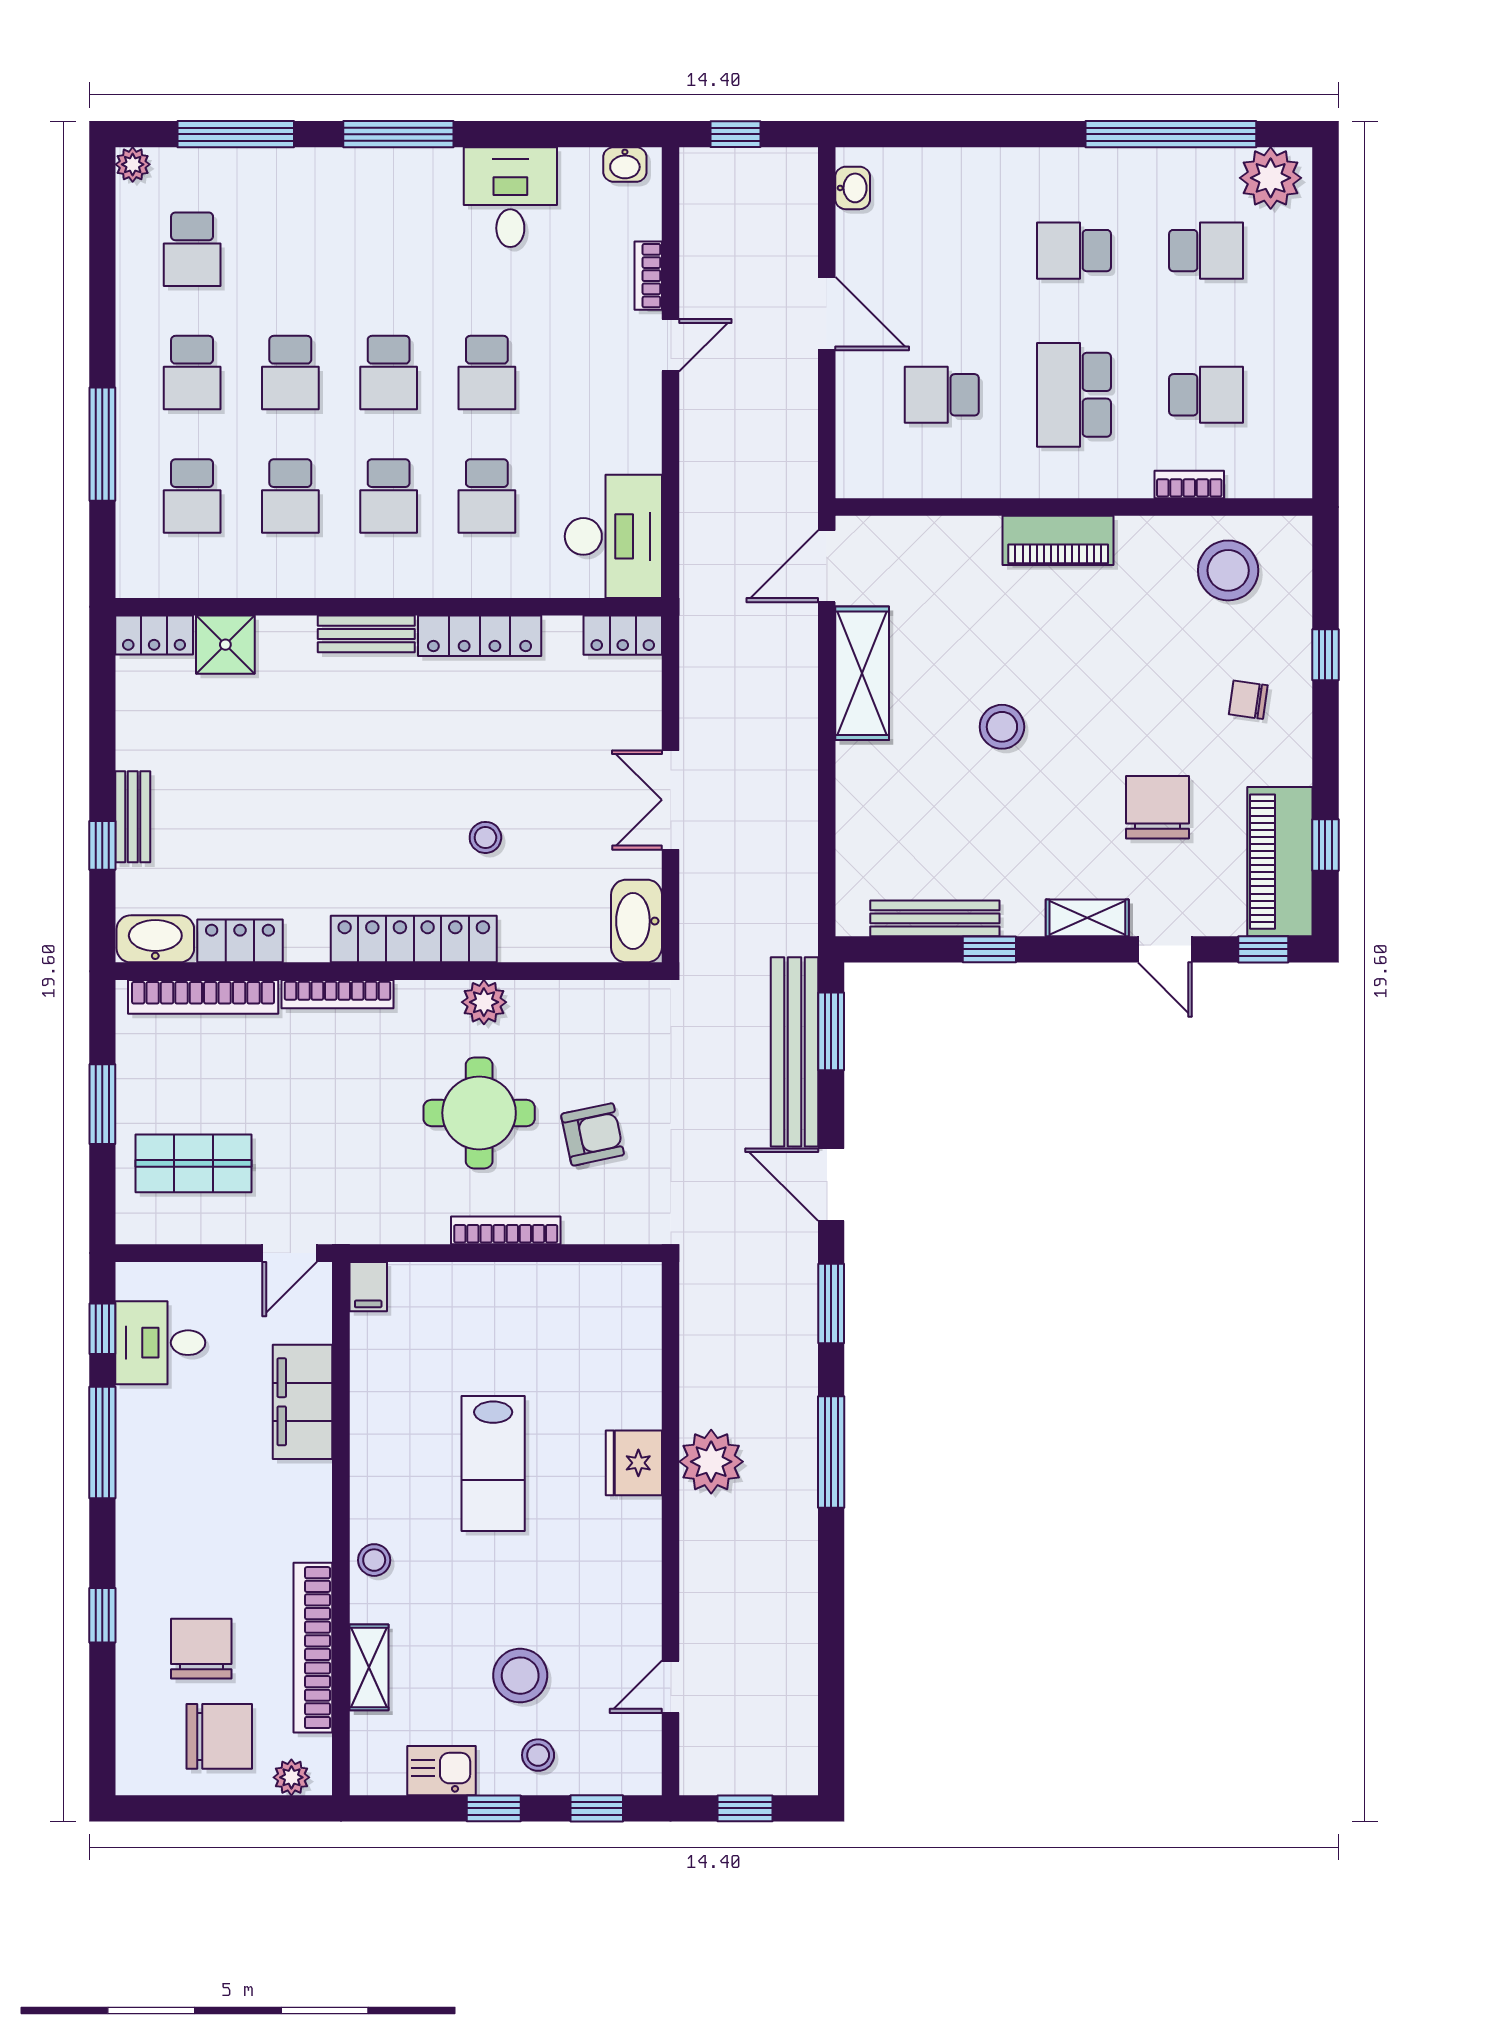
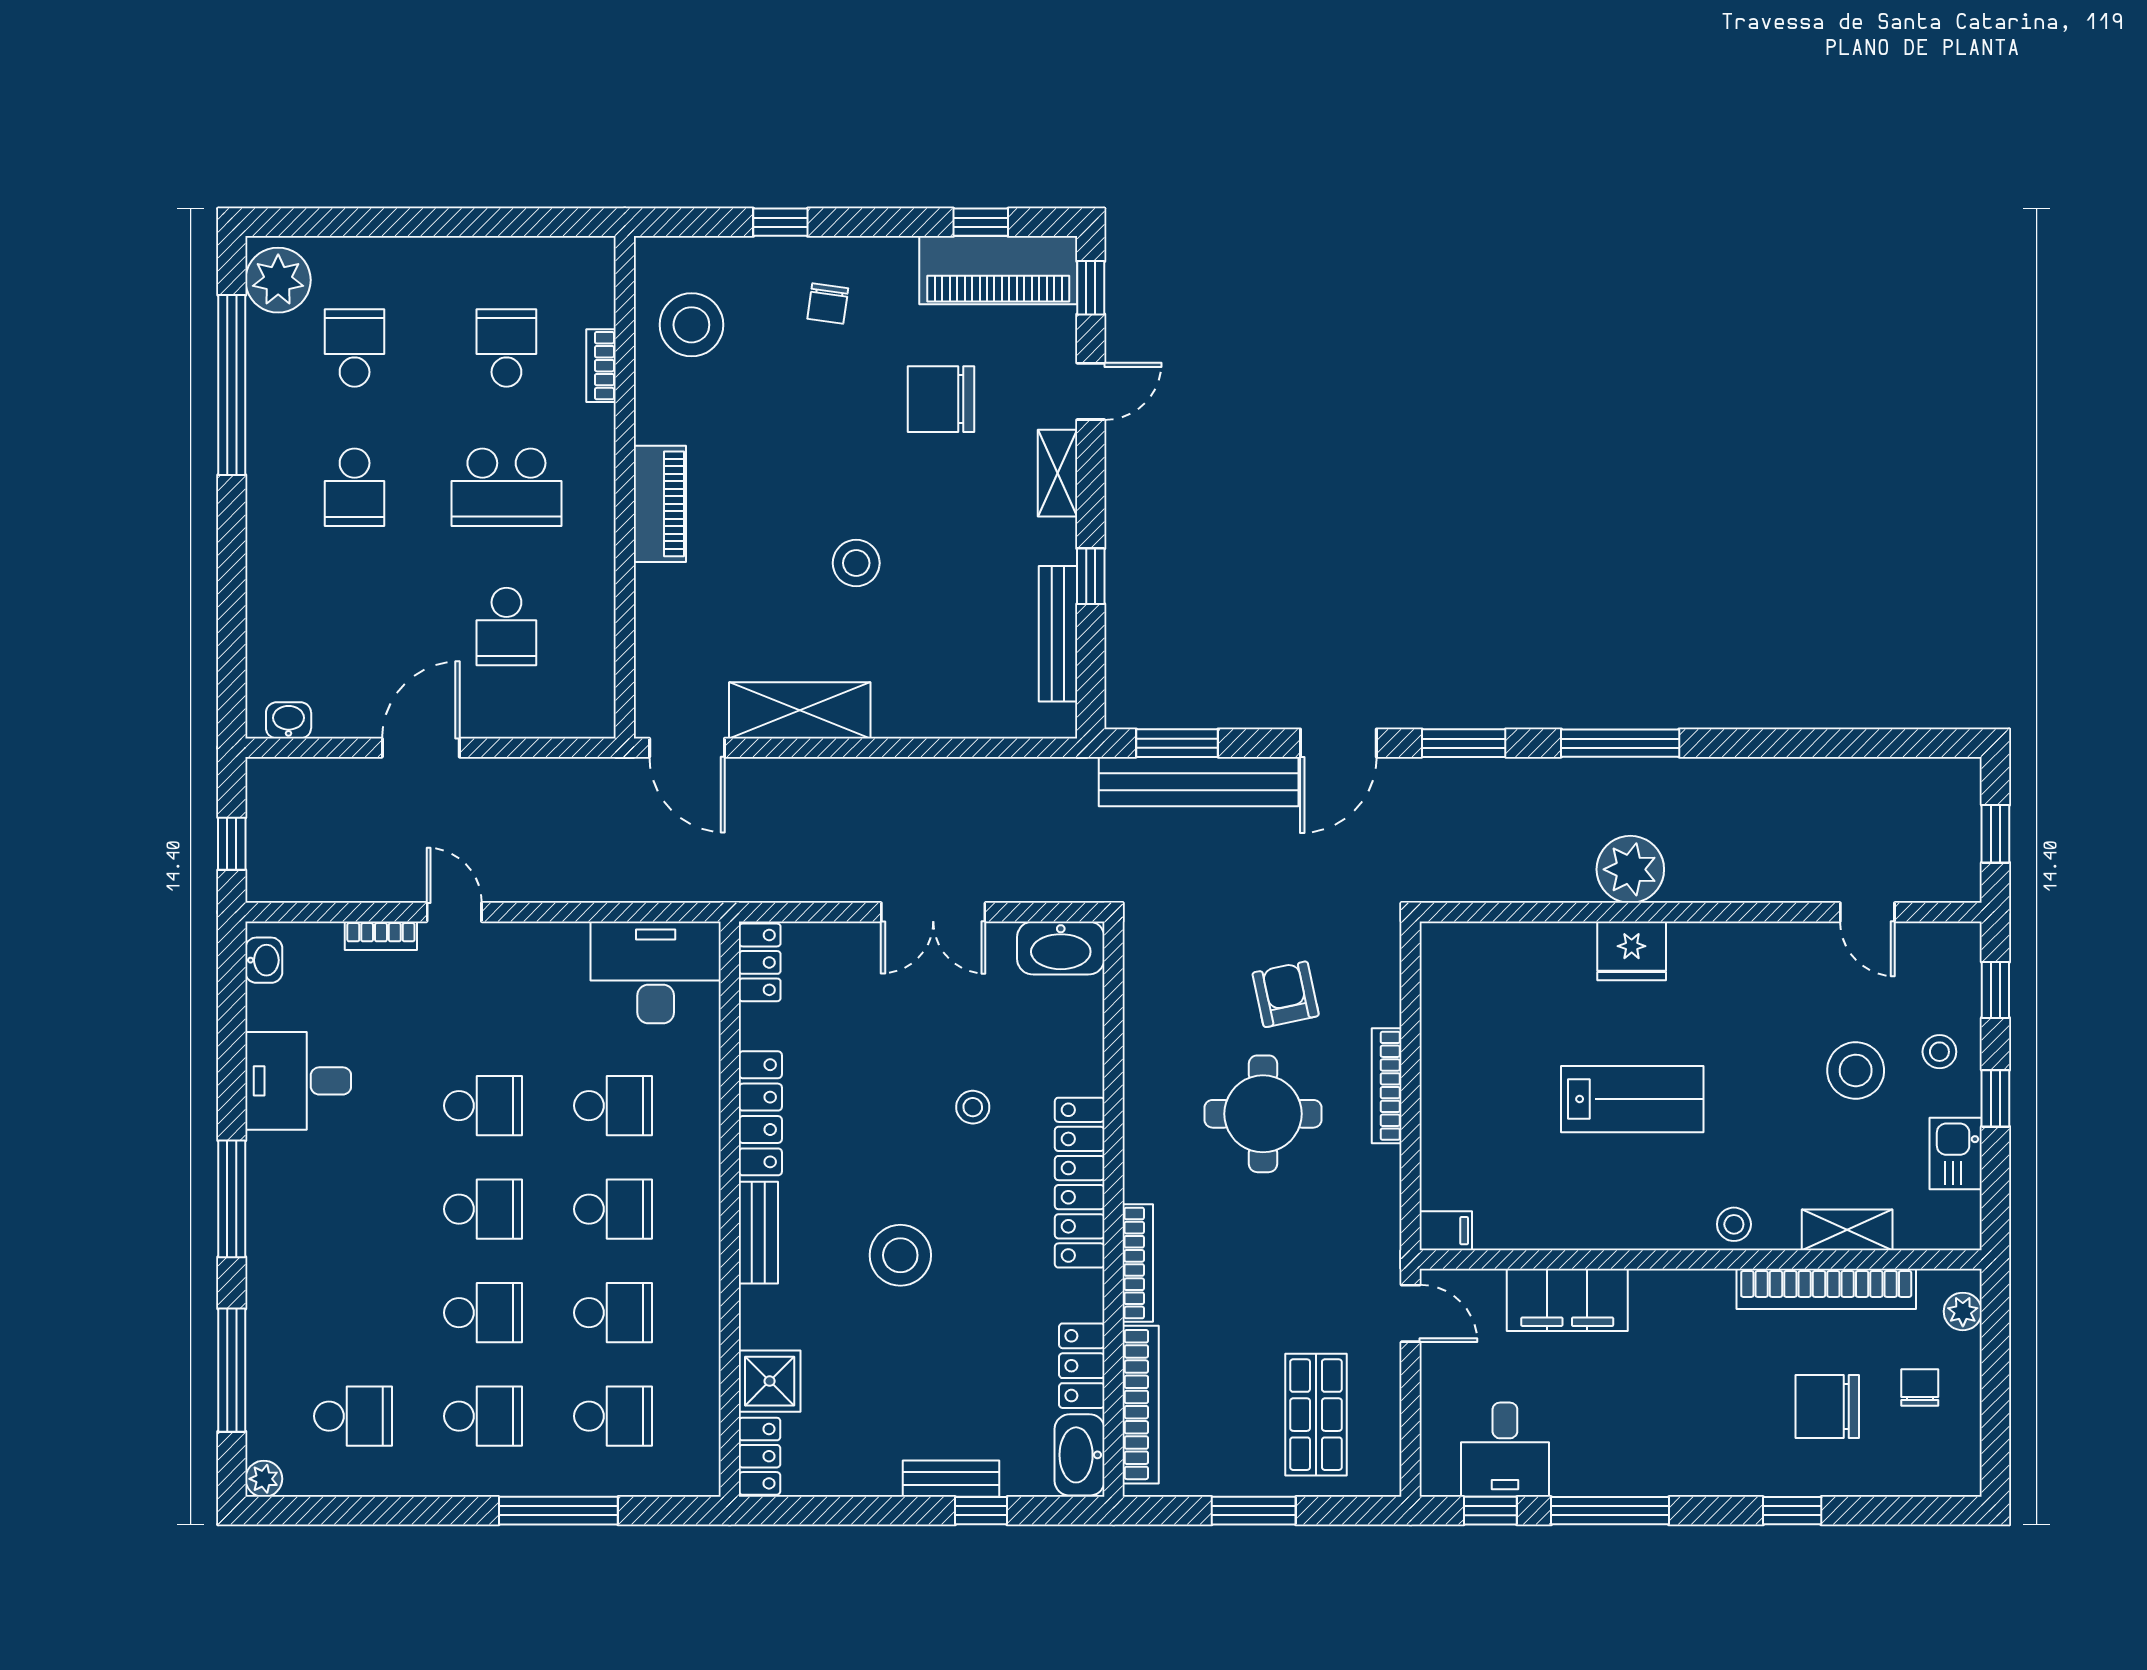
stool: (345, 769) -> (900, 1255), added
plant: (484, 1002) -> (1146, 1109), removed
chair: (219, 1736) -> (1920, 1388), width x0.54, depth x0.54

